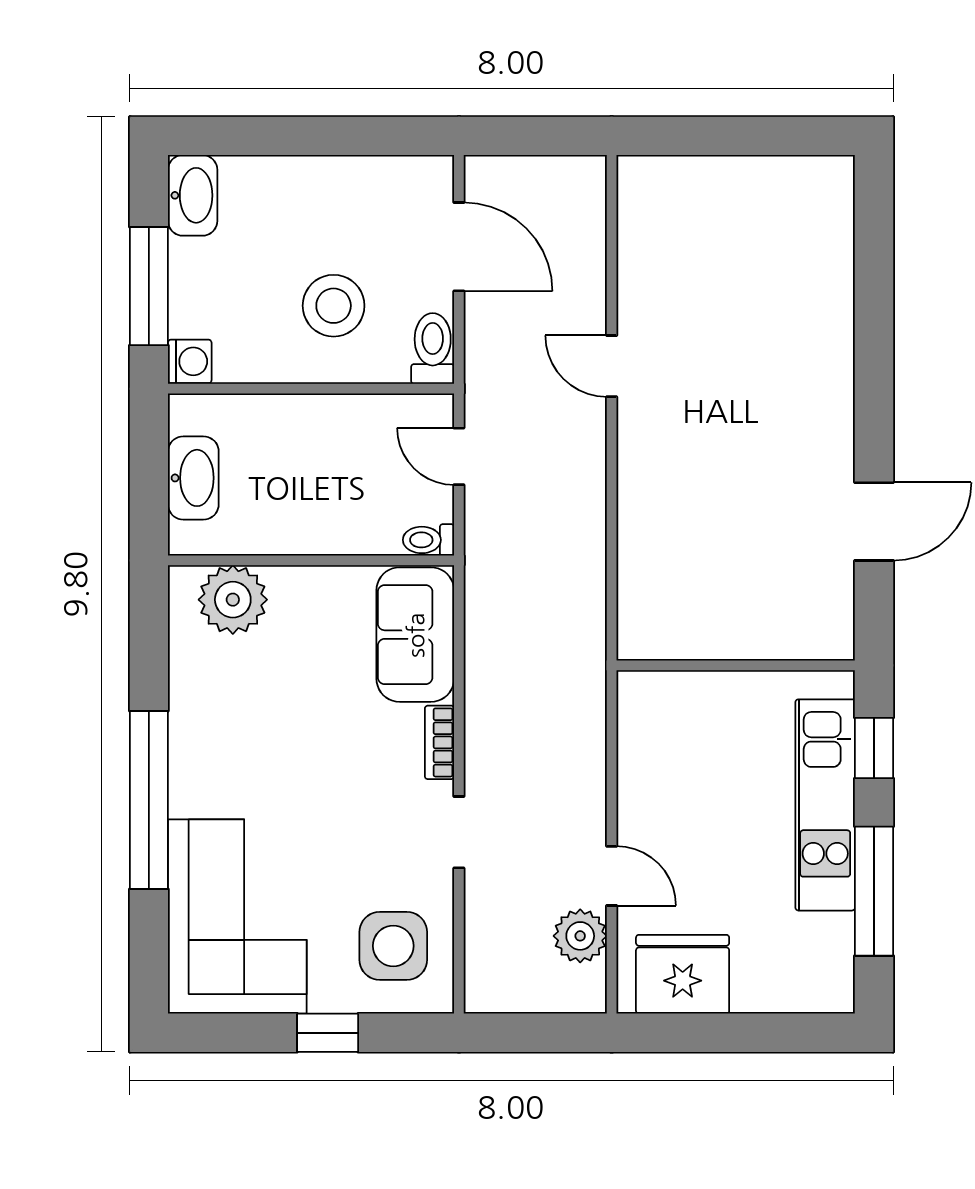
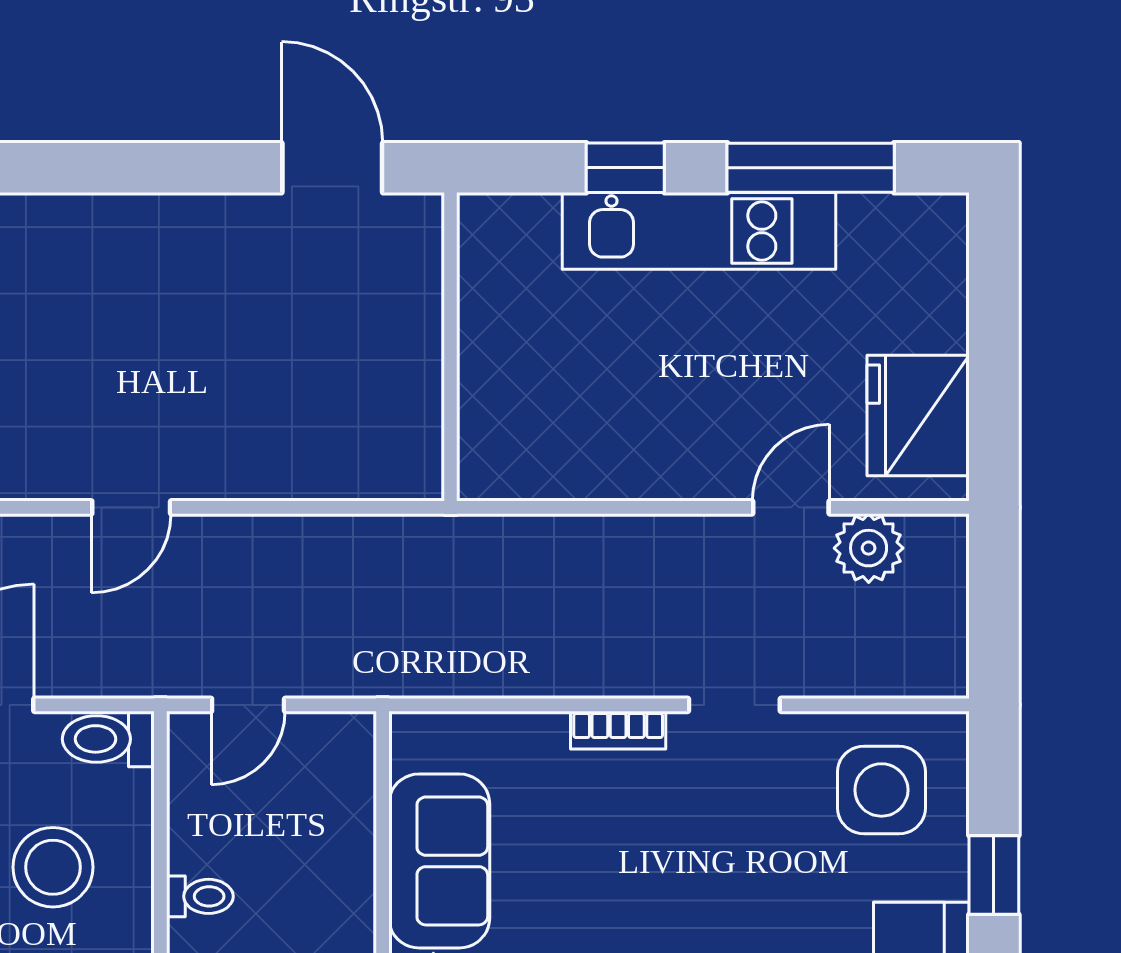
toilet: (428, 540) -> (200, 896), moved, turned -90
sofa: (415, 635) -> (439, 861), moved, turned -90
wall: (736, 665) -> (451, 347), moved

